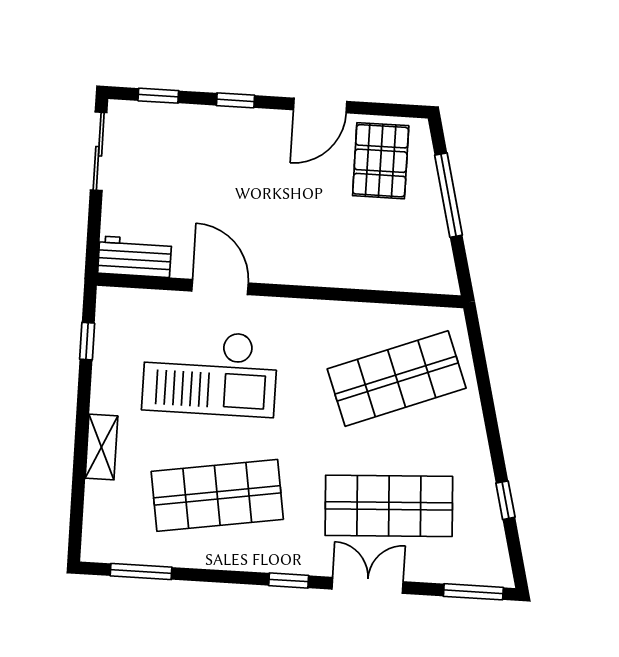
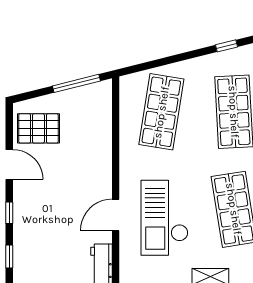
window: (449, 195) -> (76, 83), moved
checkout: (210, 373) -> (165, 218), turned 180
shop shelf: (397, 379) -> (161, 112), turned 30

